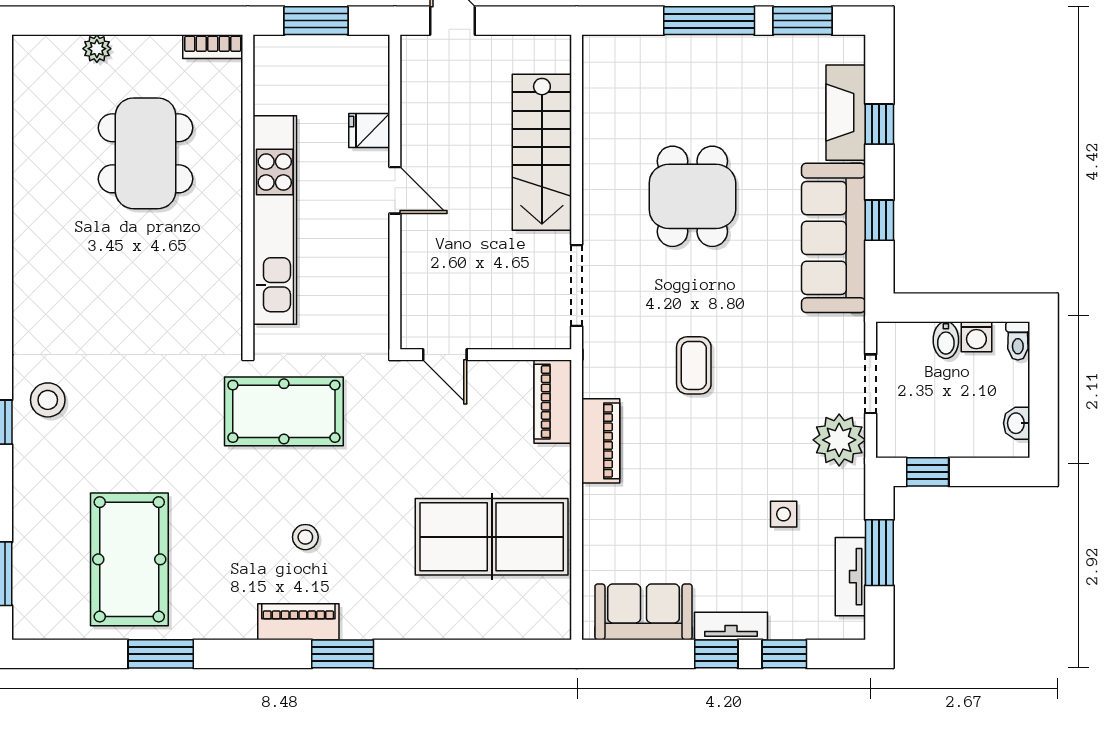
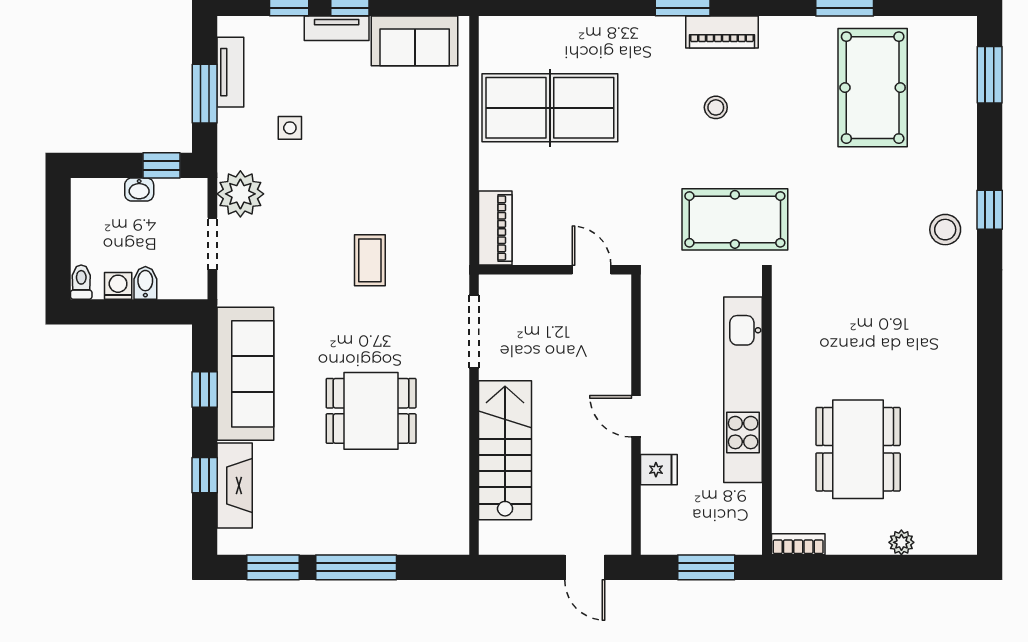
dining table: (692, 196) -> (371, 411), turned 90
washbasin: (1017, 423) -> (139, 190), moved, turned 90
piano: (601, 441) -> (453, 193), removed

